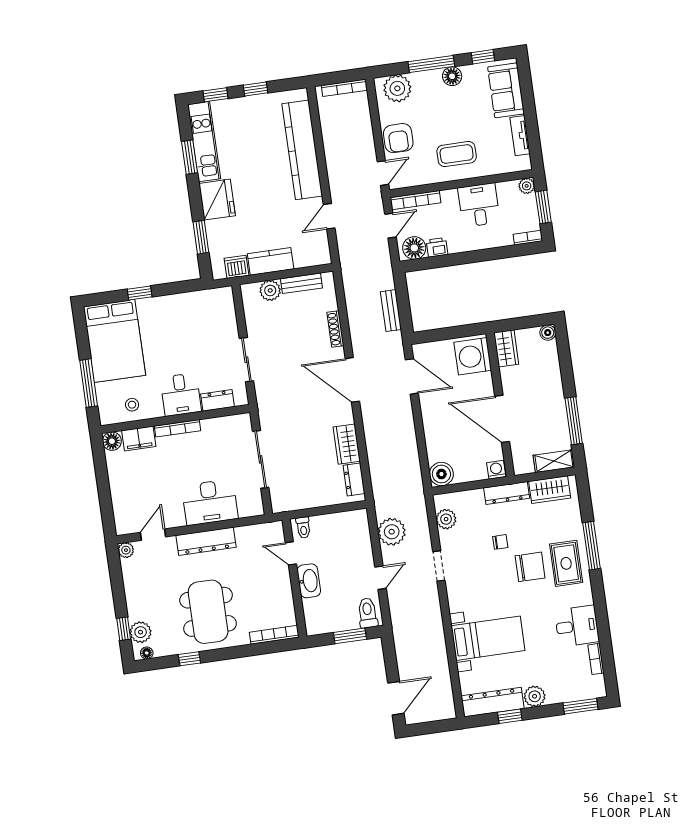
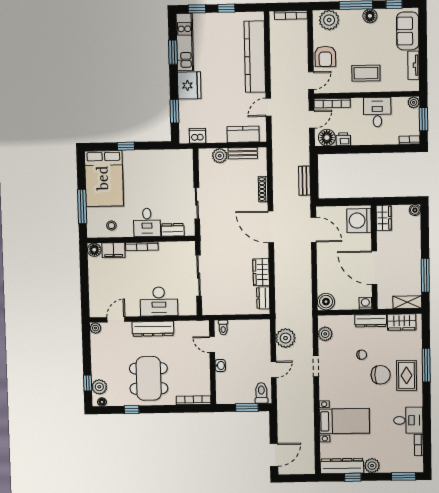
kitchen counter: (271, 261) -> (243, 134), moved
washbasin: (309, 581) -> (220, 365), width x0.52, depth x0.69

